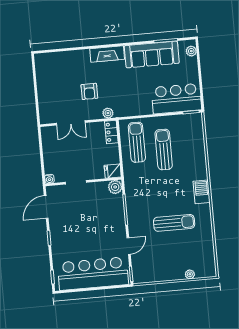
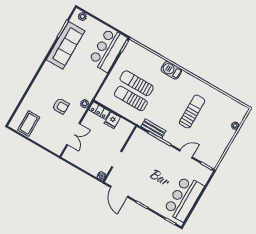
fireplace: (107, 54) -> (44, 76), removed
coffee table: (50, 72) -> (29, 124), added
sun lounger: (137, 142) -> (131, 99), moved
fridge: (113, 171) -> (112, 120), moved
plant: (115, 187) -> (139, 135), removed
barbecue: (202, 192) -> (171, 70), moved
bench: (131, 197) -> (153, 129), added
door: (129, 246) -> (186, 154), hinge flipped
bar counter: (93, 274) -> (184, 199), width x0.73

